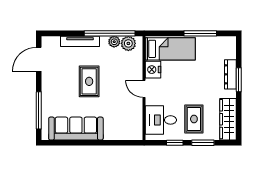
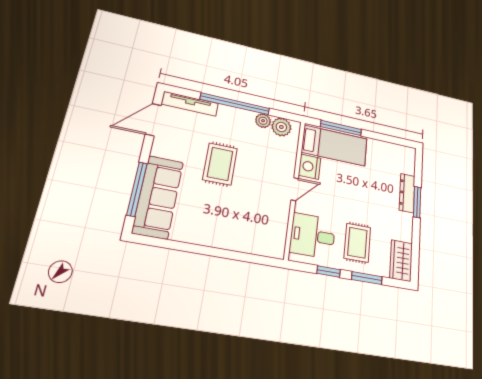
window: (110, 33) -> (235, 104), moved
window: (200, 33) -> (341, 128), moved
tv unit: (80, 41) -> (190, 104), moved
door: (144, 89) -> (295, 189), swing flipped
wardrobe: (228, 119) -> (401, 261), width x0.67
sofa: (76, 129) -> (158, 197), moved, turned 90

